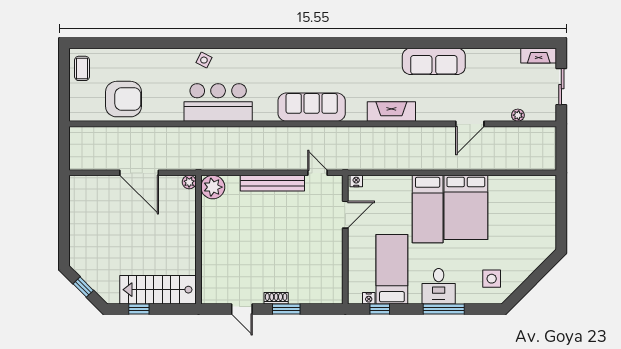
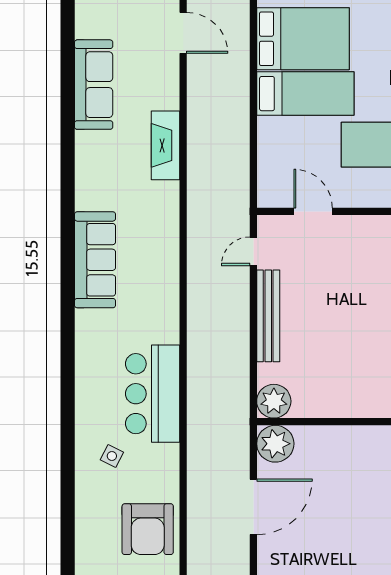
side table: (204, 60) -> (112, 456), moved
armchair: (124, 99) -> (148, 529), turned 180
sofa: (312, 107) -> (95, 260), moved, turned 180
nightstand: (356, 181) -> (265, 196), removed
plant: (189, 182) -> (275, 444), width x1.87, depth x1.87

